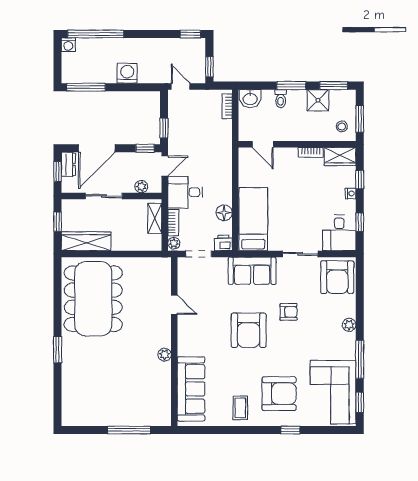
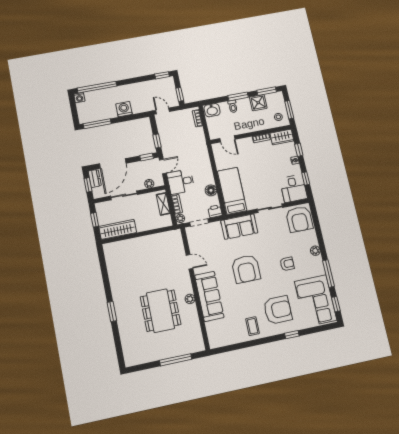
dining table: (93, 299) -> (161, 311), moved, width x0.73, depth x0.80
armchair: (289, 312) -> (287, 264), moved
sofa: (191, 389) -> (209, 296), moved

